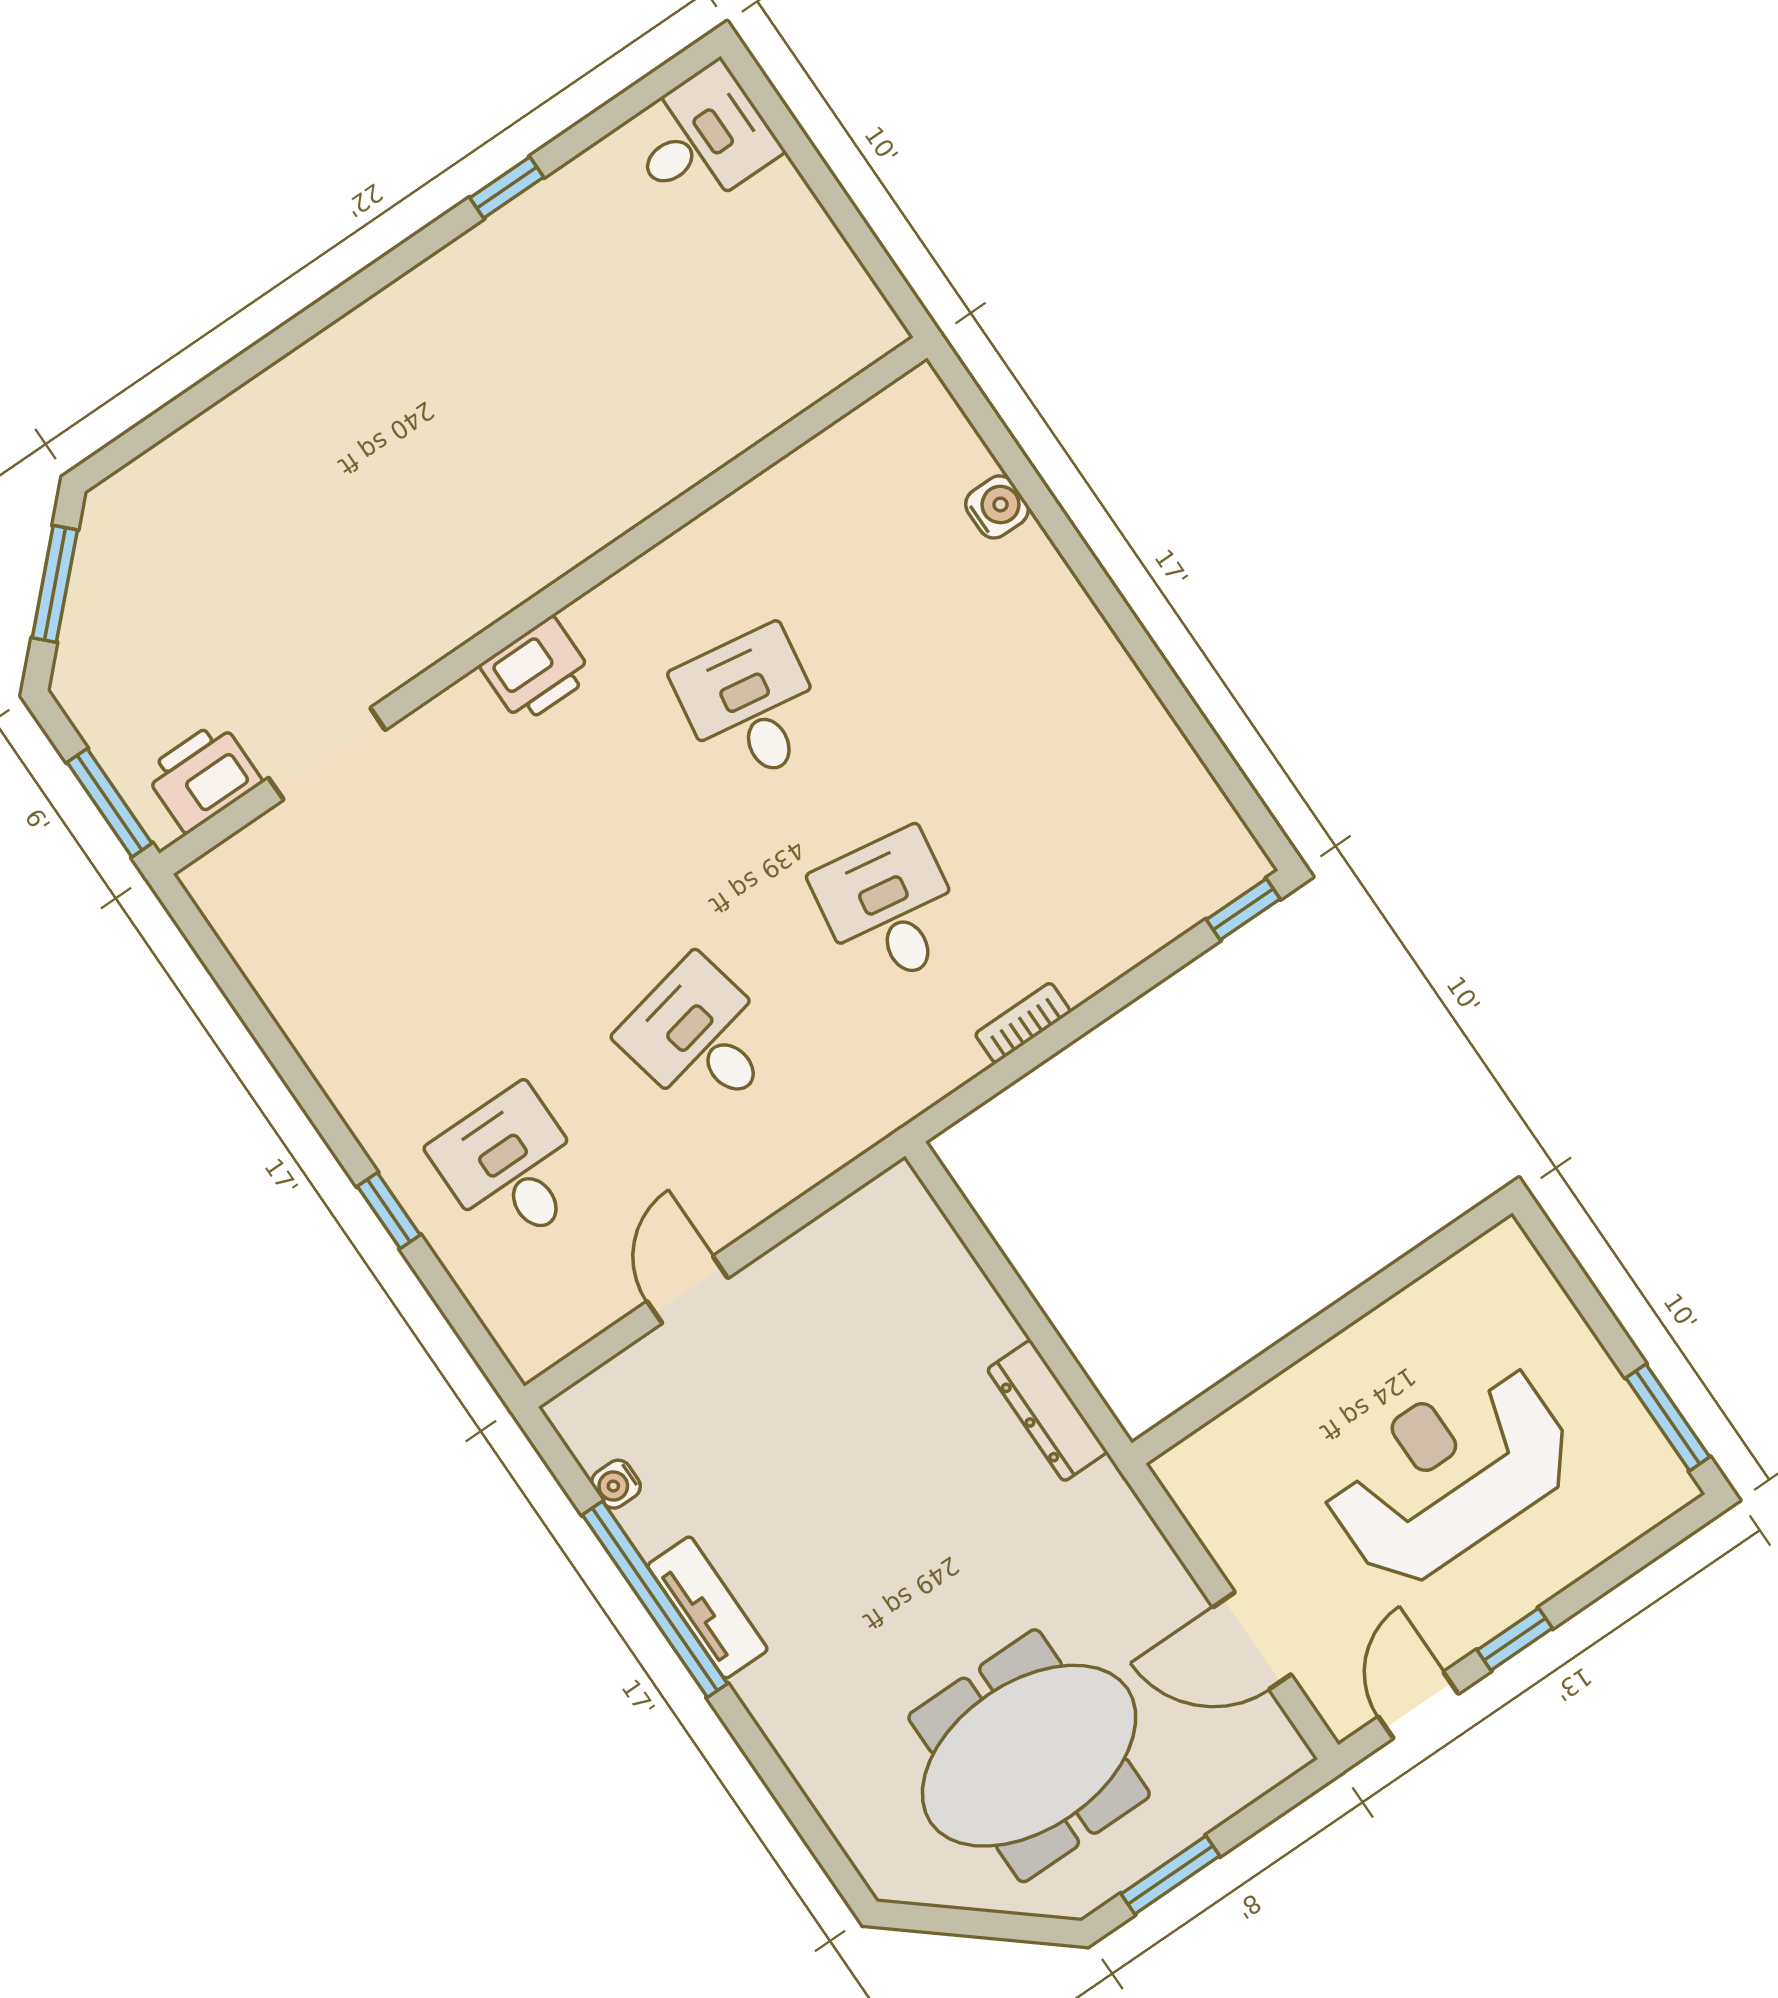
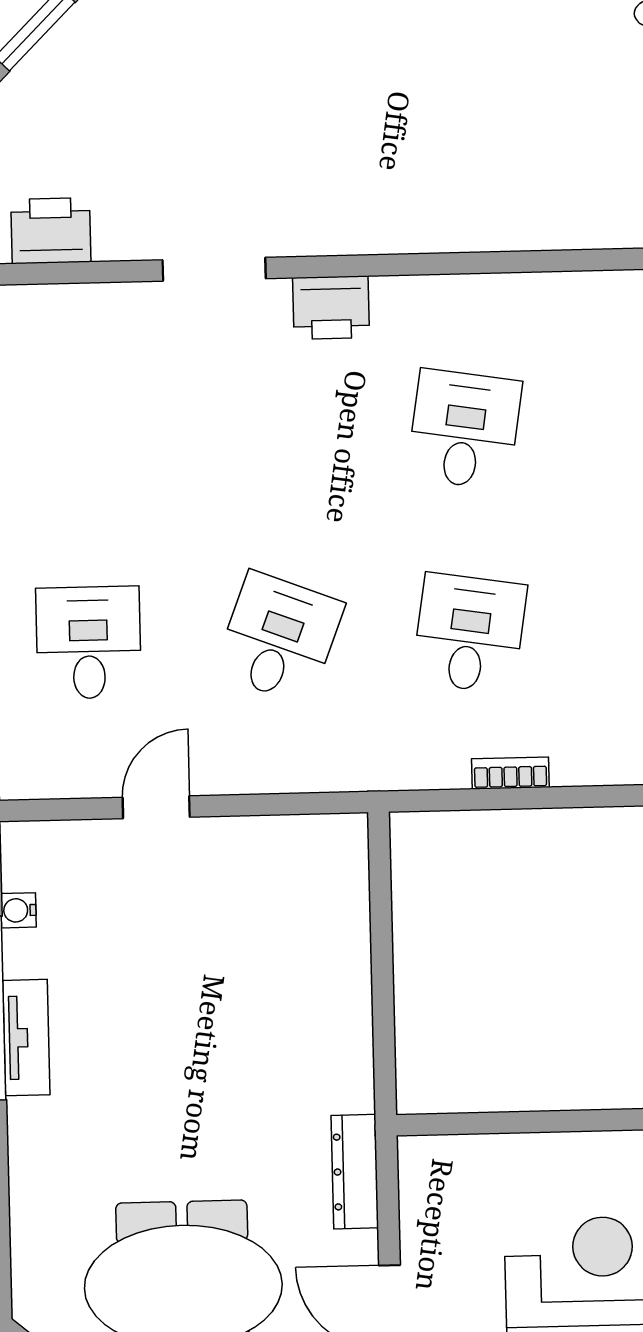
doorway: (327, 754) -> (214, 269), moved
desk: (701, 1038) -> (279, 638), turned 33
dresser: (1047, 1411) -> (355, 1172), moved

